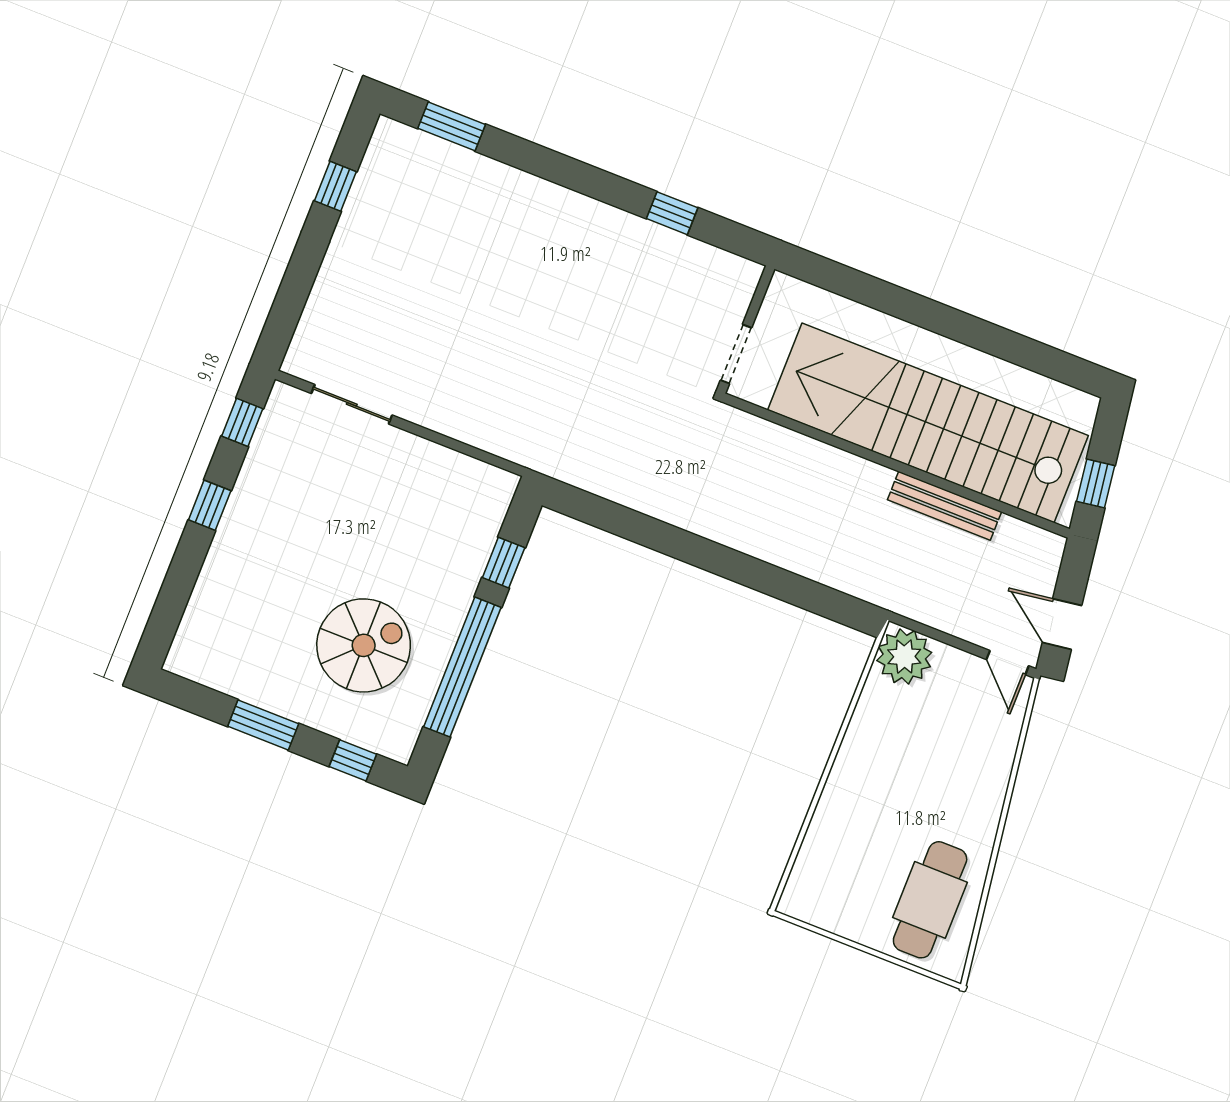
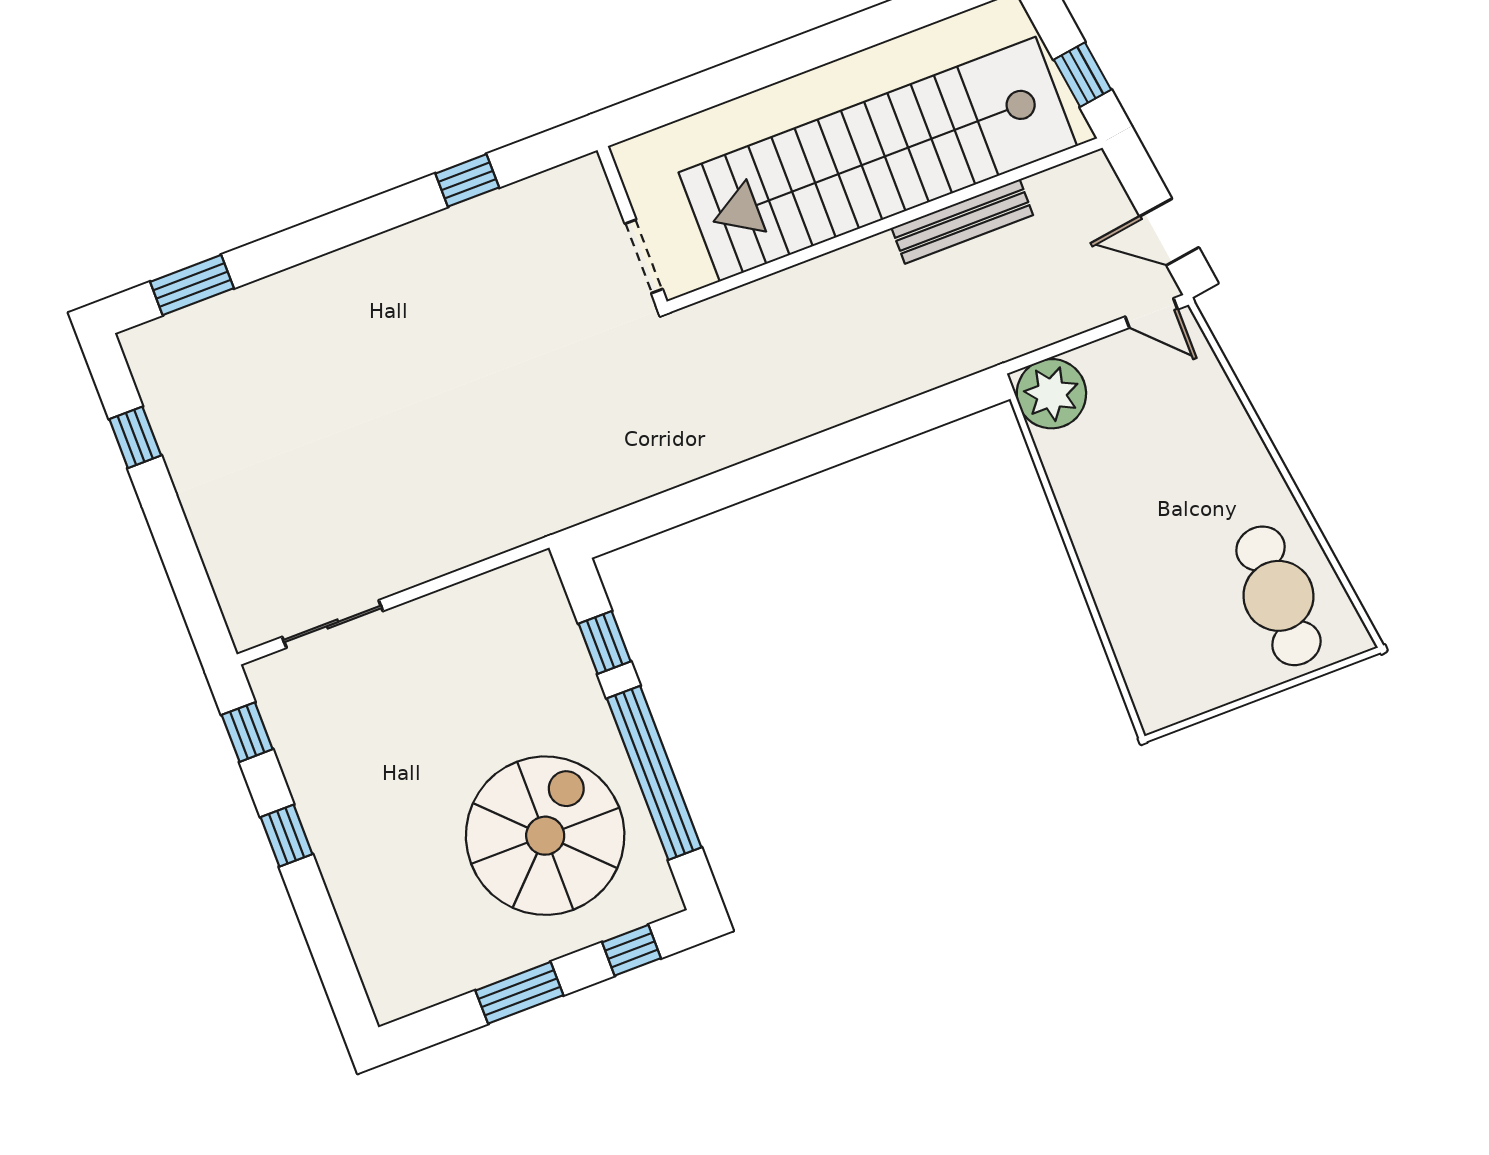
spiral stairs: (364, 645) -> (545, 836), width x1.37, depth x1.37

